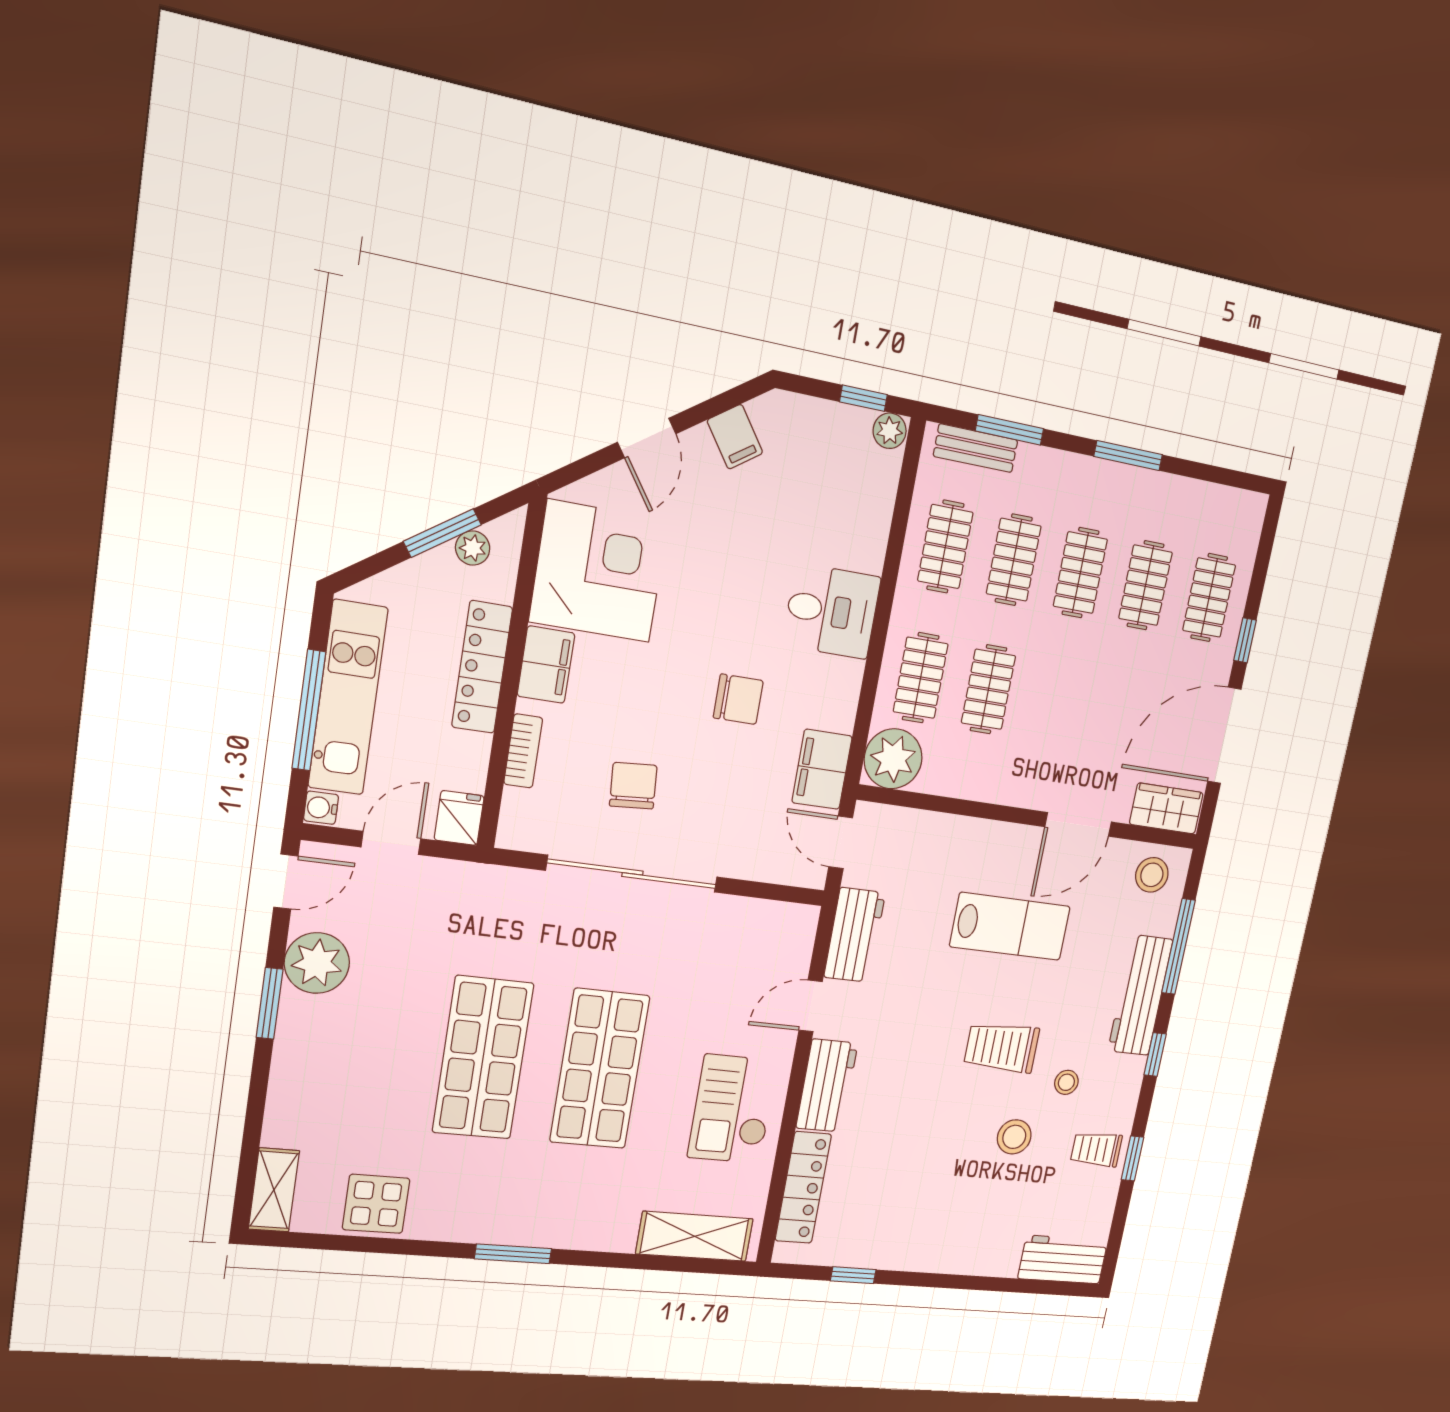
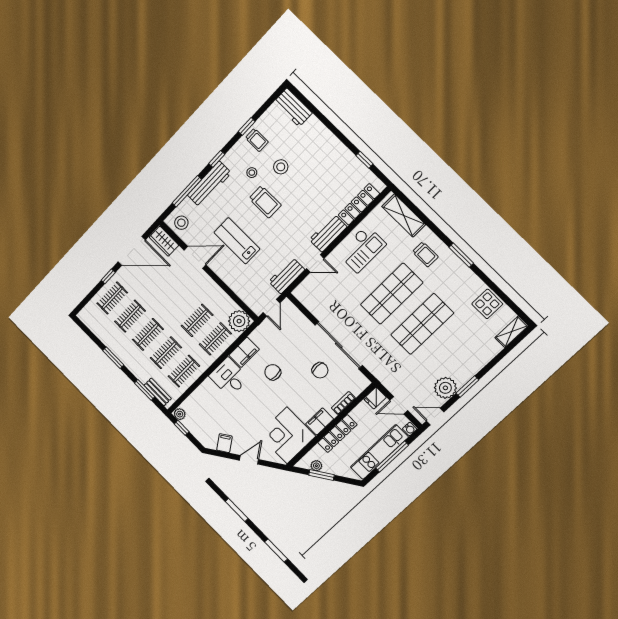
filing cabinet: (822, 769) -> (244, 352), moved
chair: (633, 786) -> (320, 370), turned -86
trolley: (590, 1199) -> (425, 254), added

